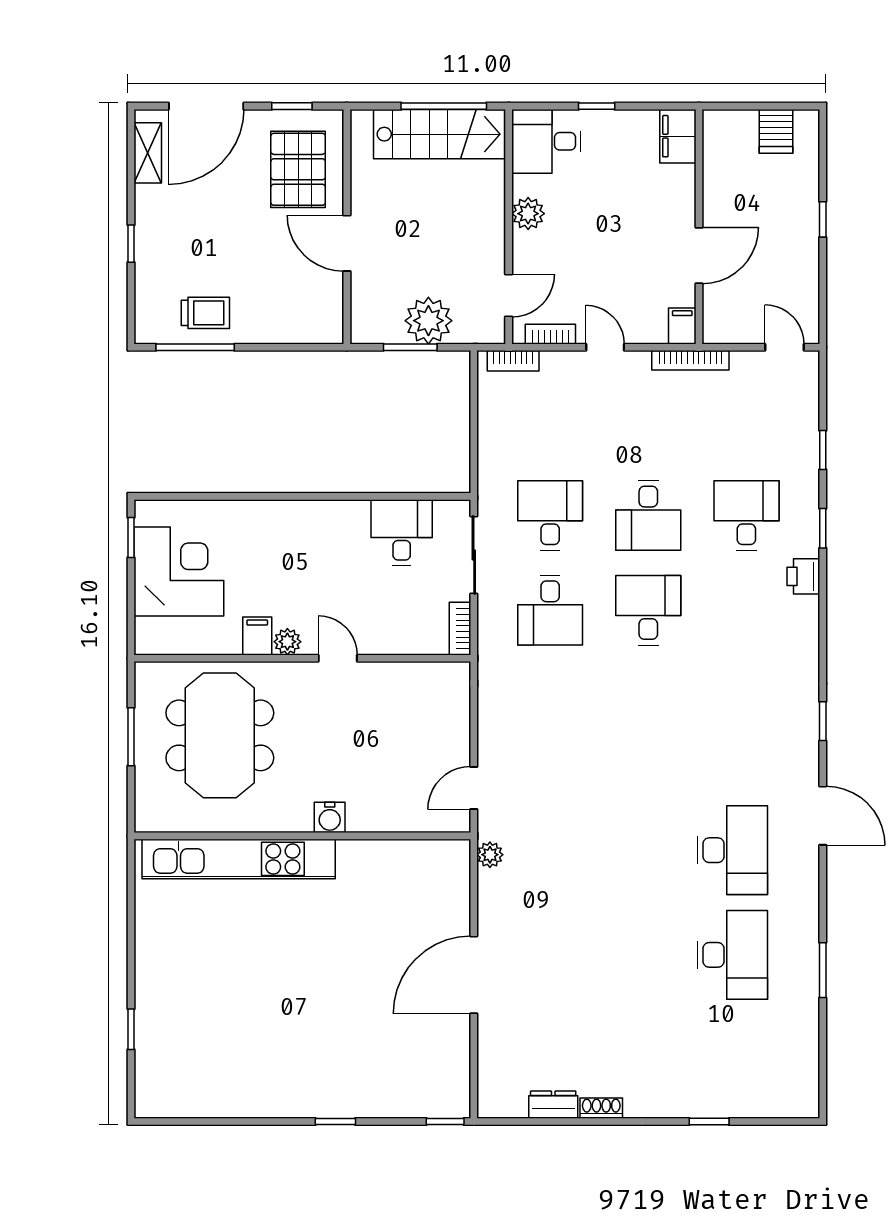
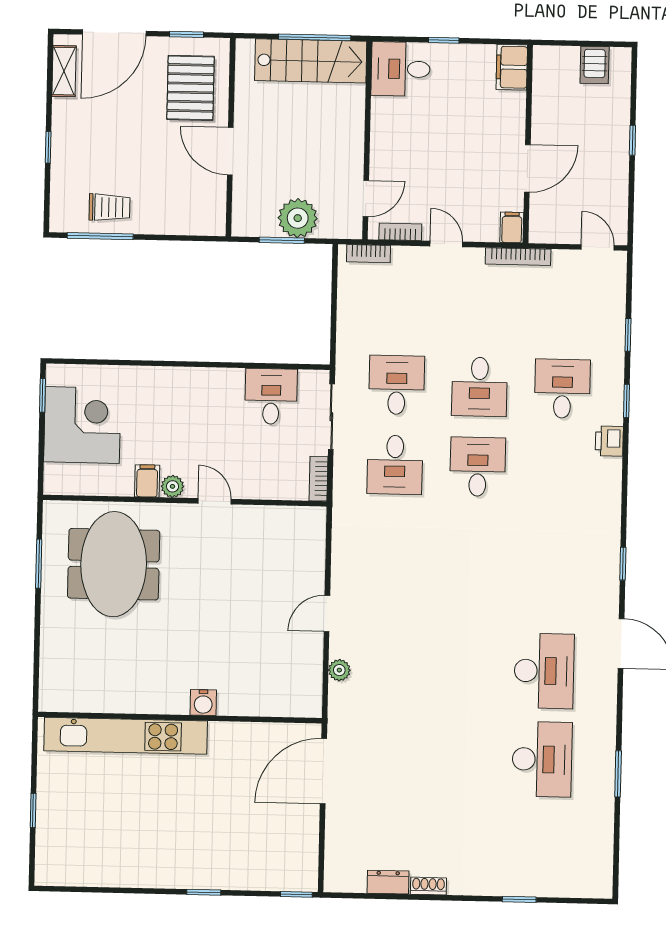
plant: (528, 214) -> (384, 130), removed
water cooler: (330, 817) -> (203, 702), moved
wall: (302, 836) -> (180, 718), moved
kitchen unit: (239, 859) -> (126, 736), moved

